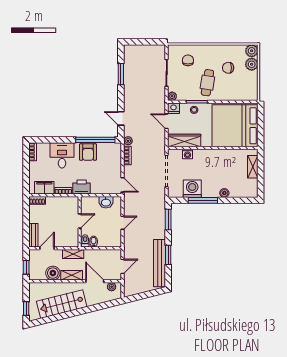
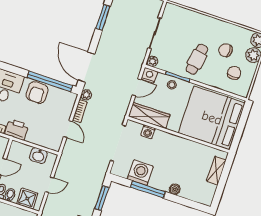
chair: (188, 60) -> (234, 73), moved
door: (121, 118) -> (86, 67), width x1.87
door: (167, 121) -> (137, 87), swing flipped
door: (123, 185) -> (68, 129), moved
shower: (108, 240) -> (27, 199), added

